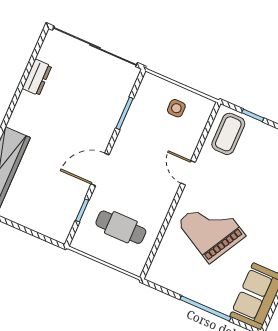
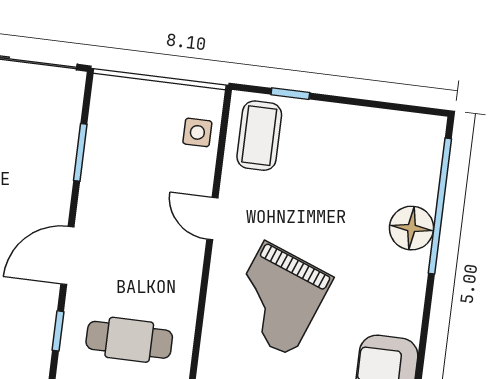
side table: (176, 108) -> (197, 132), moved
grand piano: (212, 229) -> (278, 299), turned -98

